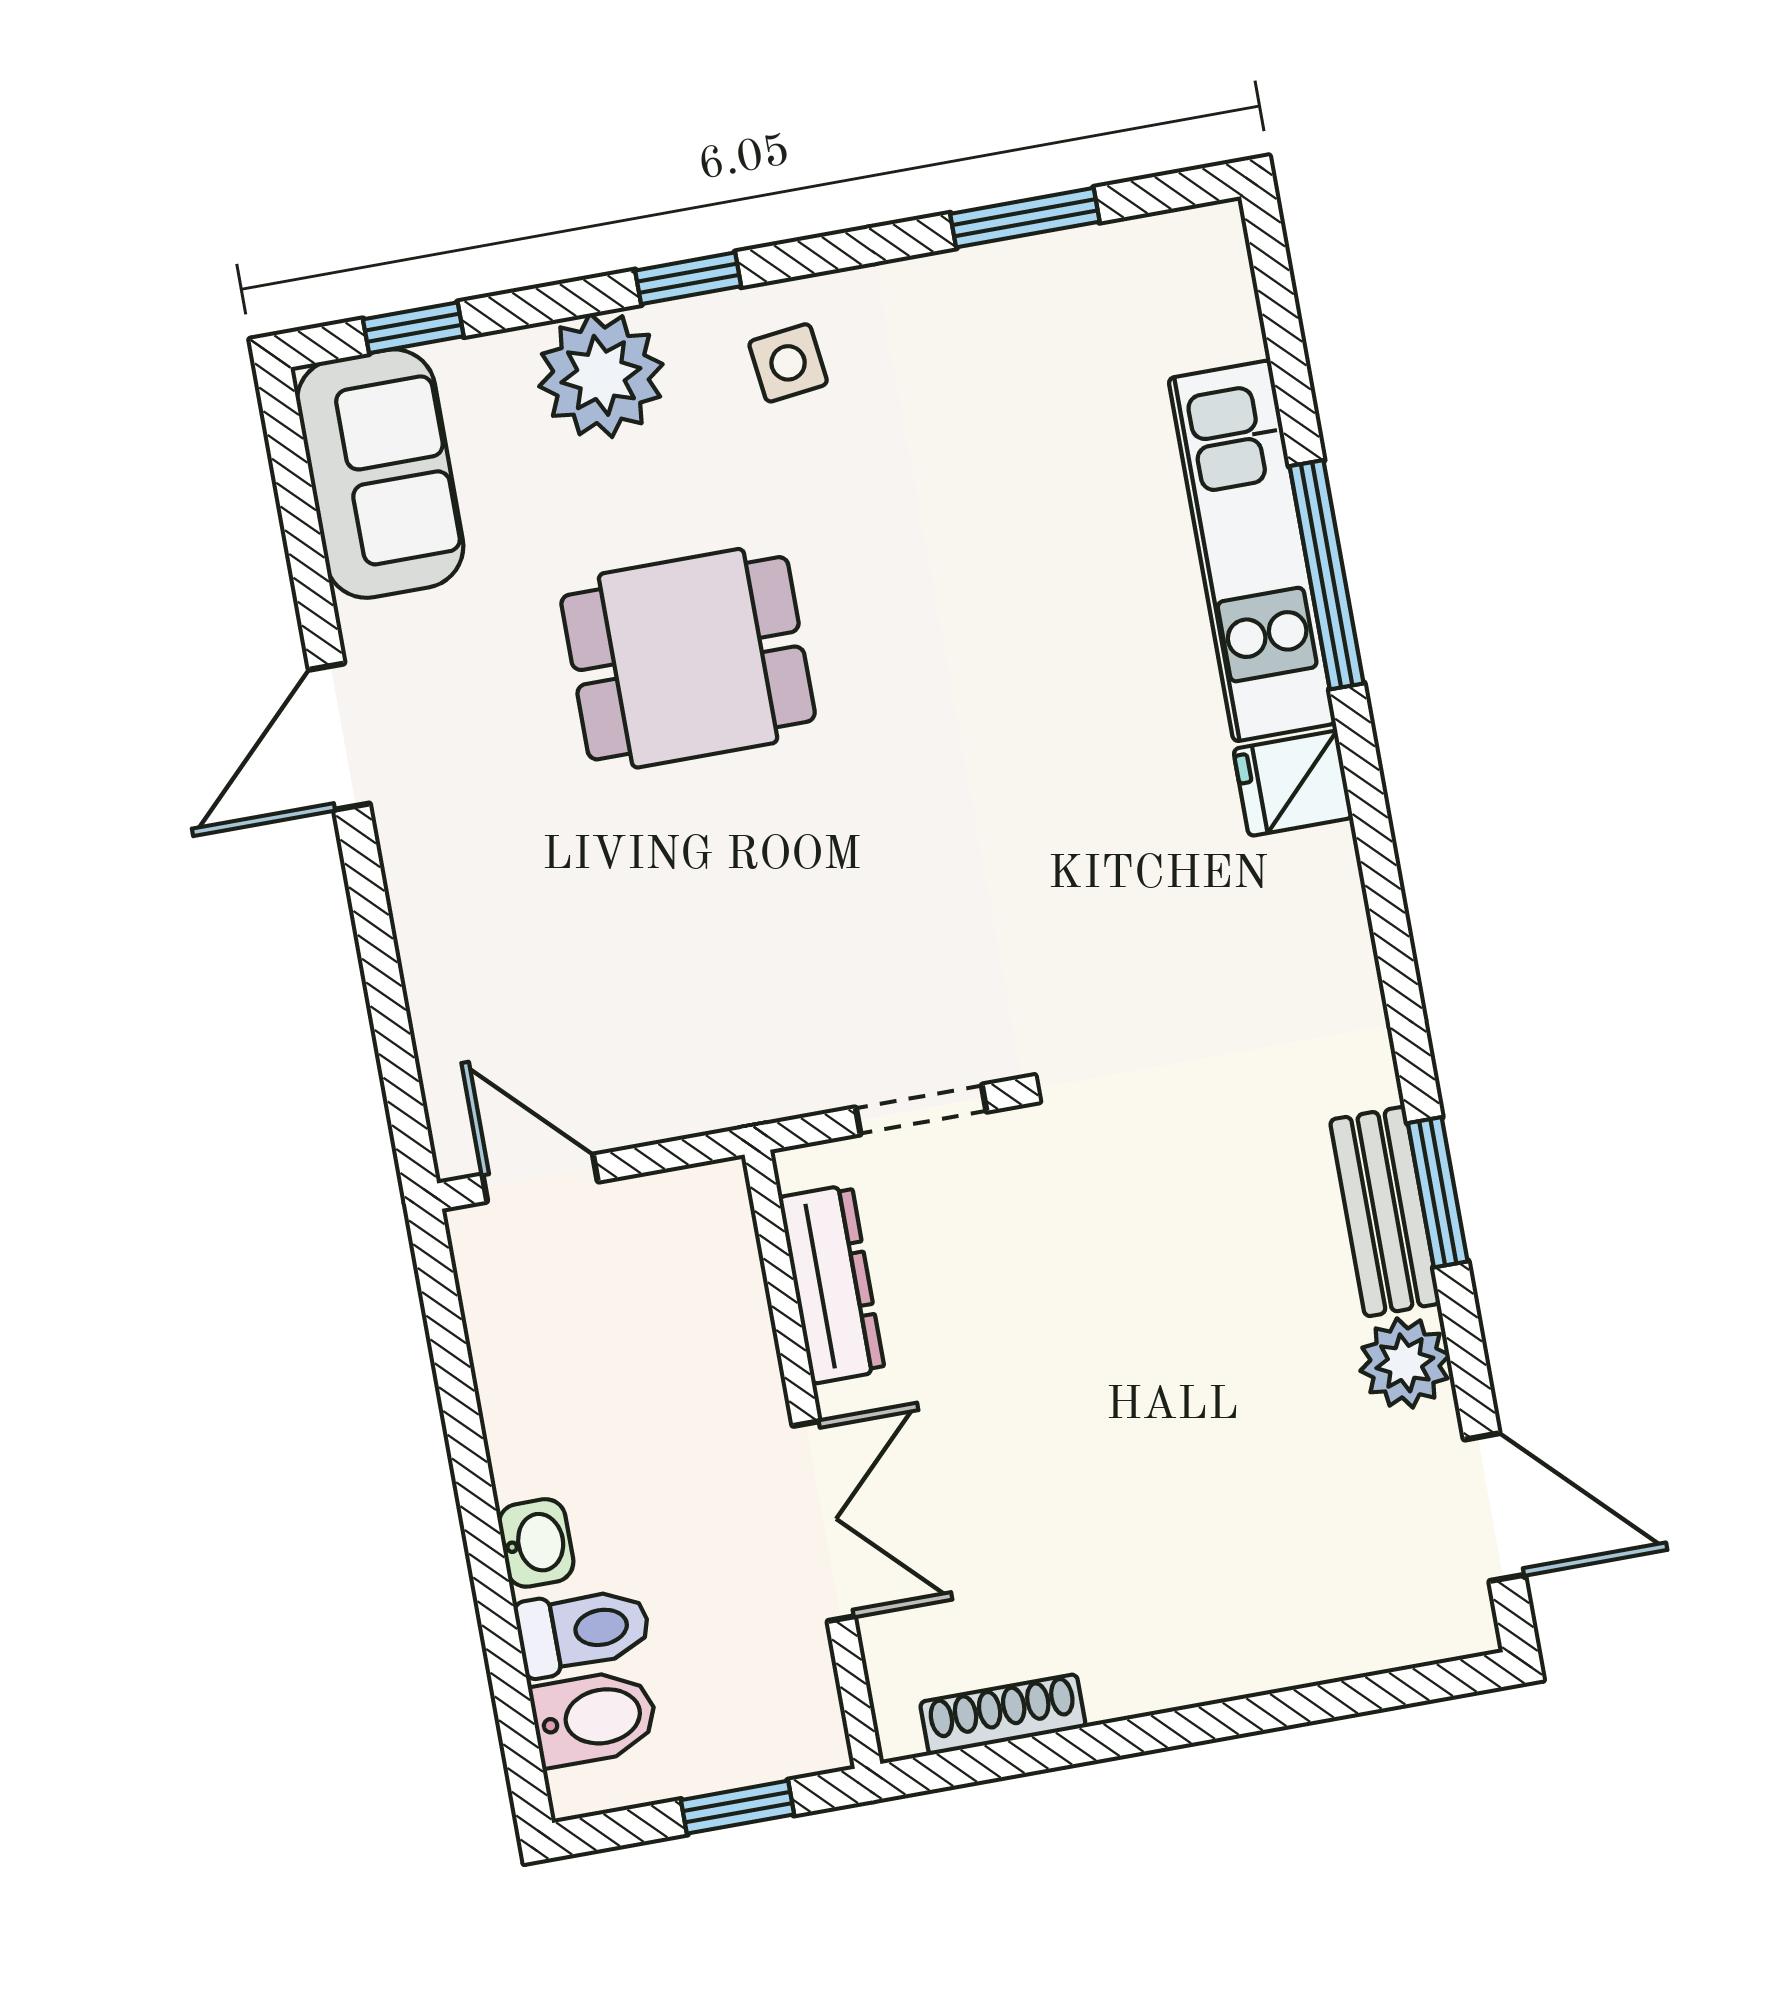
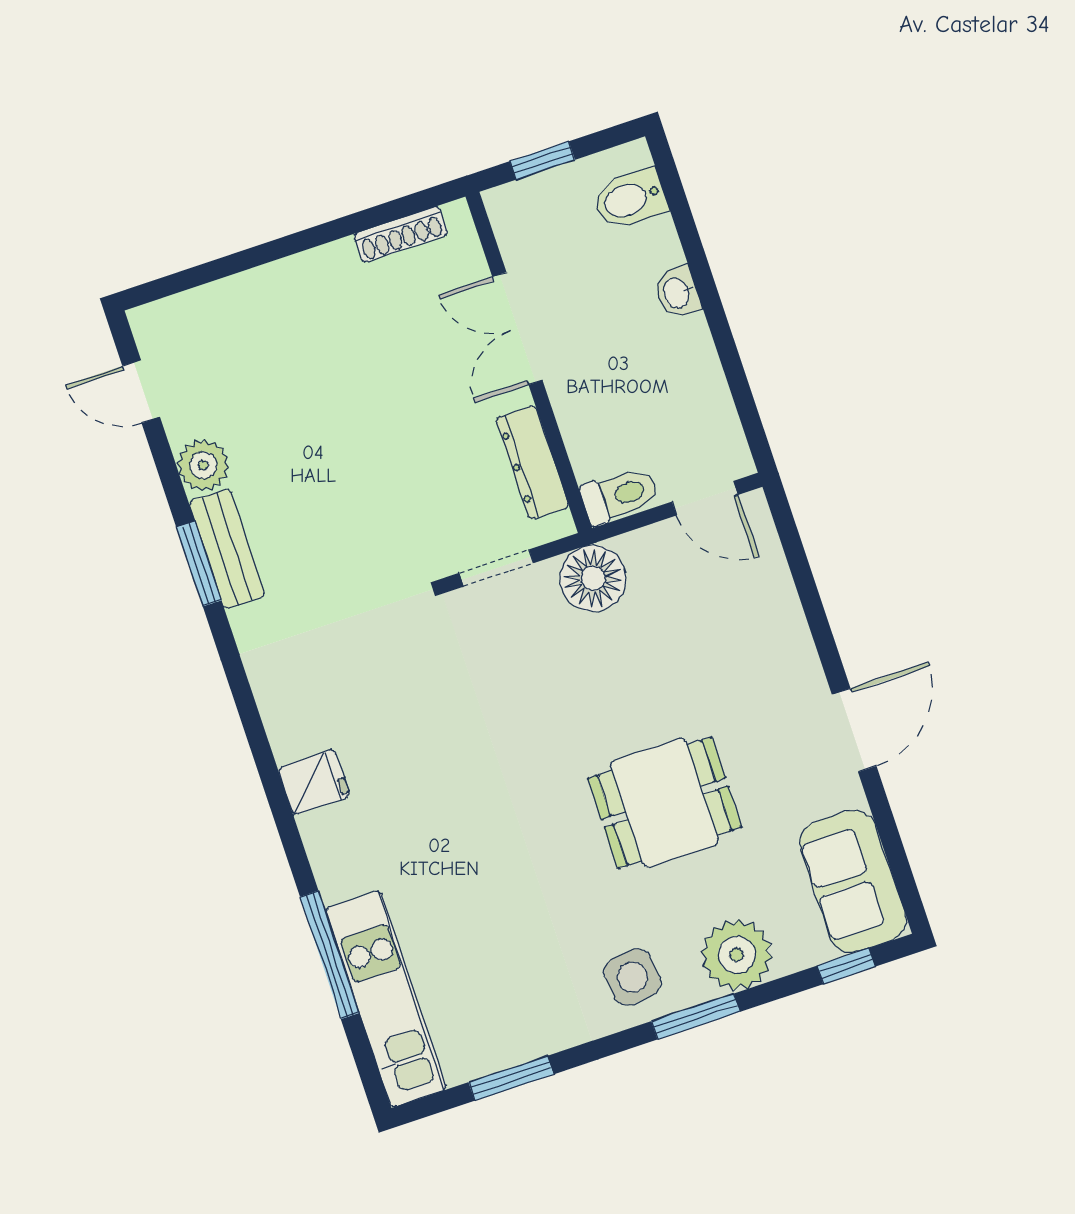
window: (688, 278) -> (696, 1016), width x1.50
side table: (788, 363) -> (632, 977), width x1.37, depth x1.37
kitchen unit: (1252, 551) -> (386, 999), moved
window: (1327, 575) -> (330, 955), moved
floor lamp: (755, 1067) -> (593, 578), added
door: (1494, 1507) -> (141, 391), width x0.73
toilet: (583, 1631) -> (620, 495), moved, turned 180

